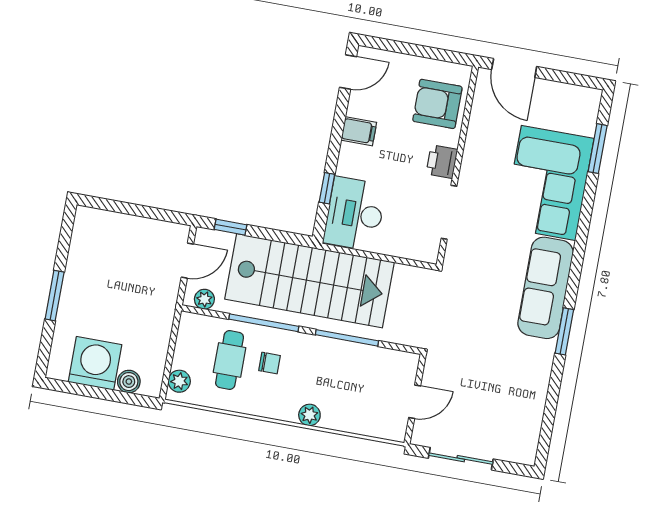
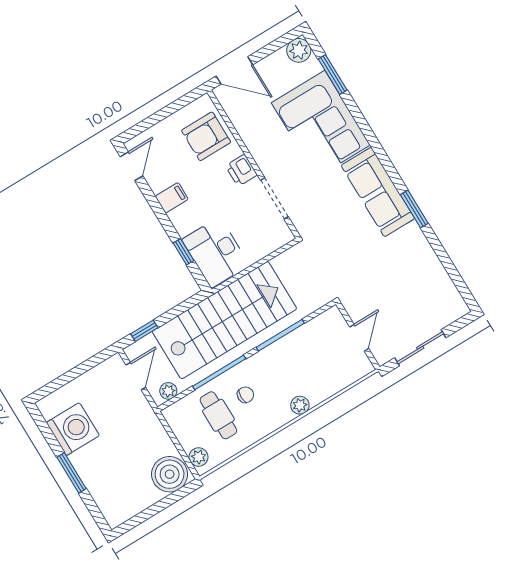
plant: (587, 101) -> (299, 50), added
washing machine: (95, 363) -> (73, 429), moved, turned 90
boiler: (129, 382) -> (170, 474), width x1.86, depth x1.86

